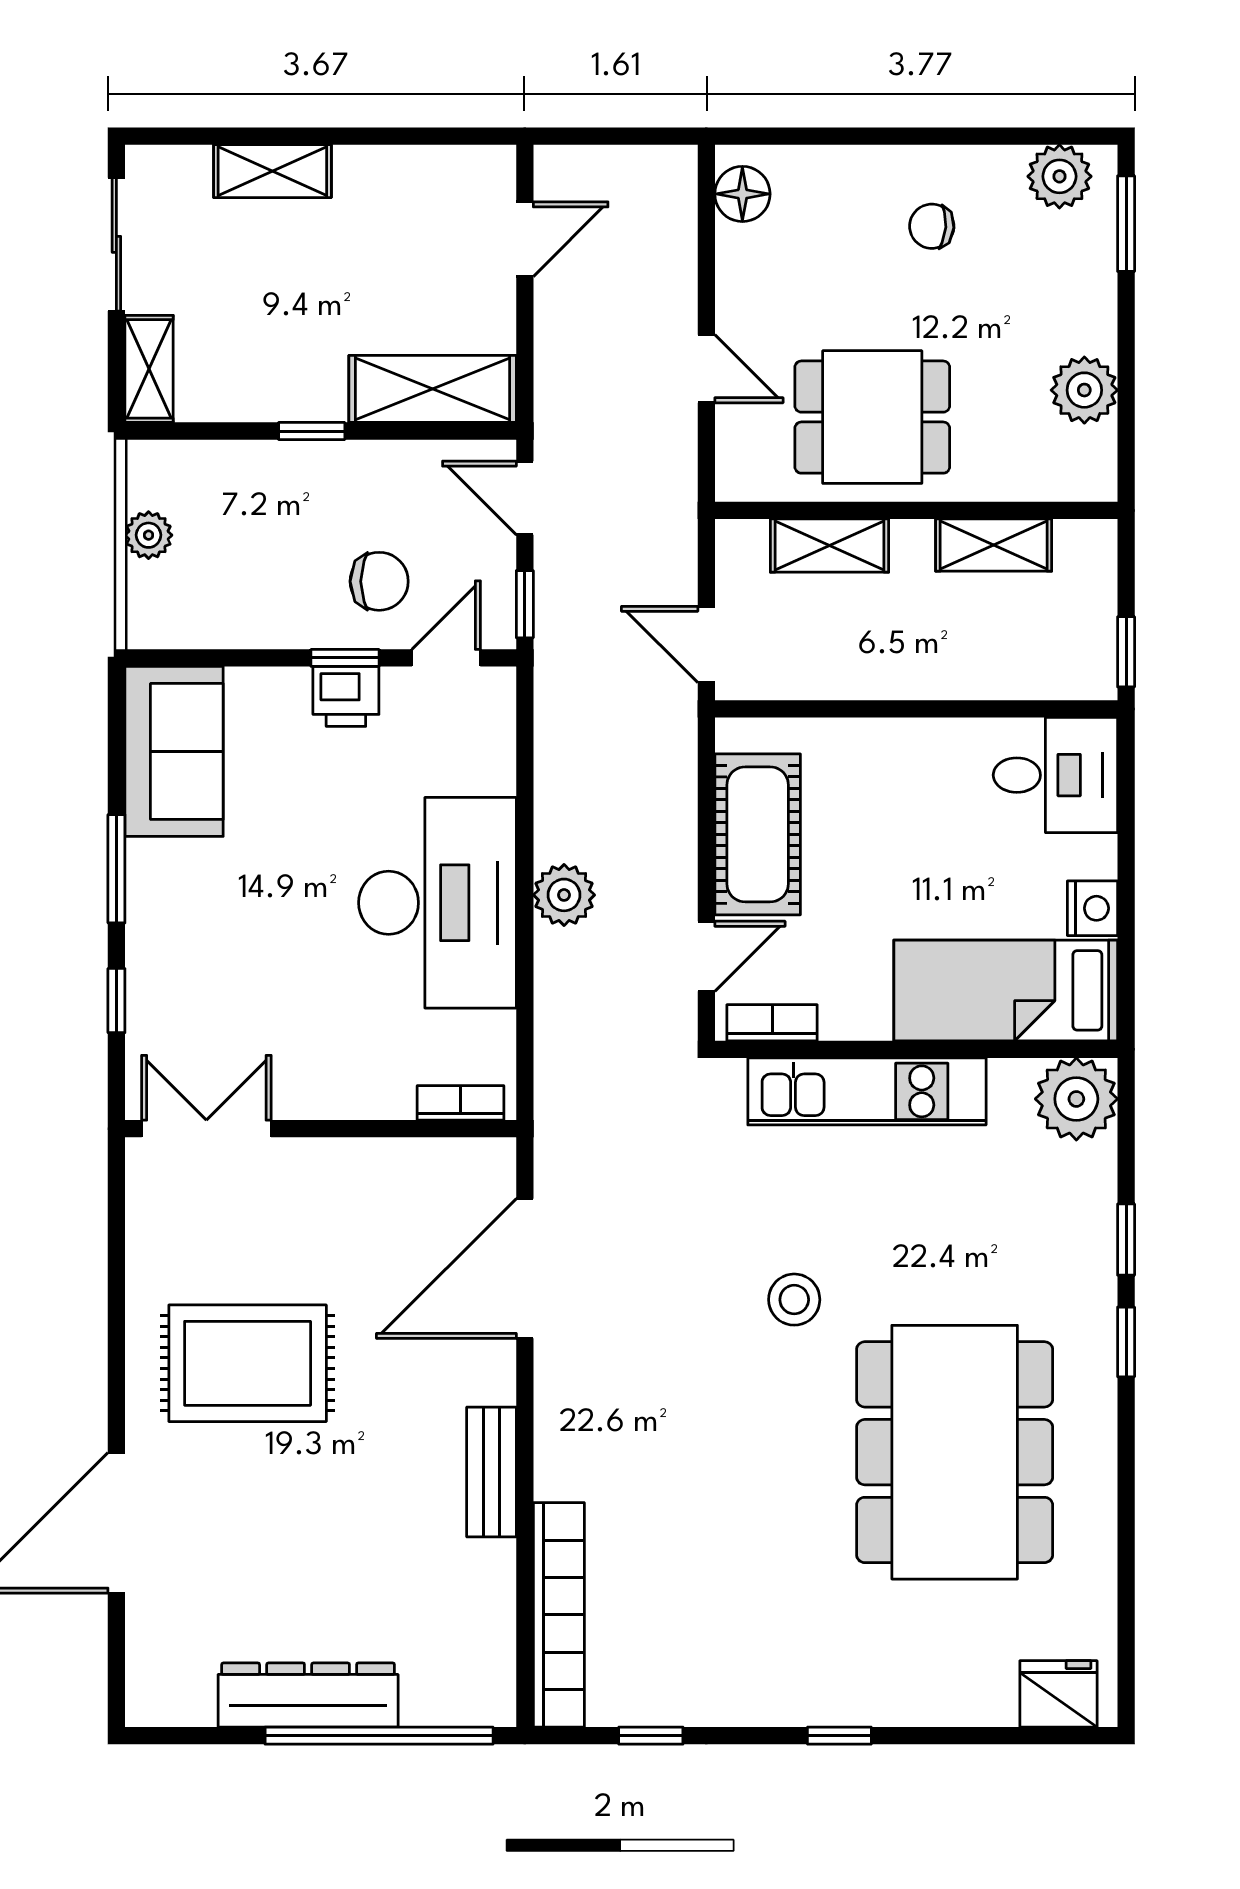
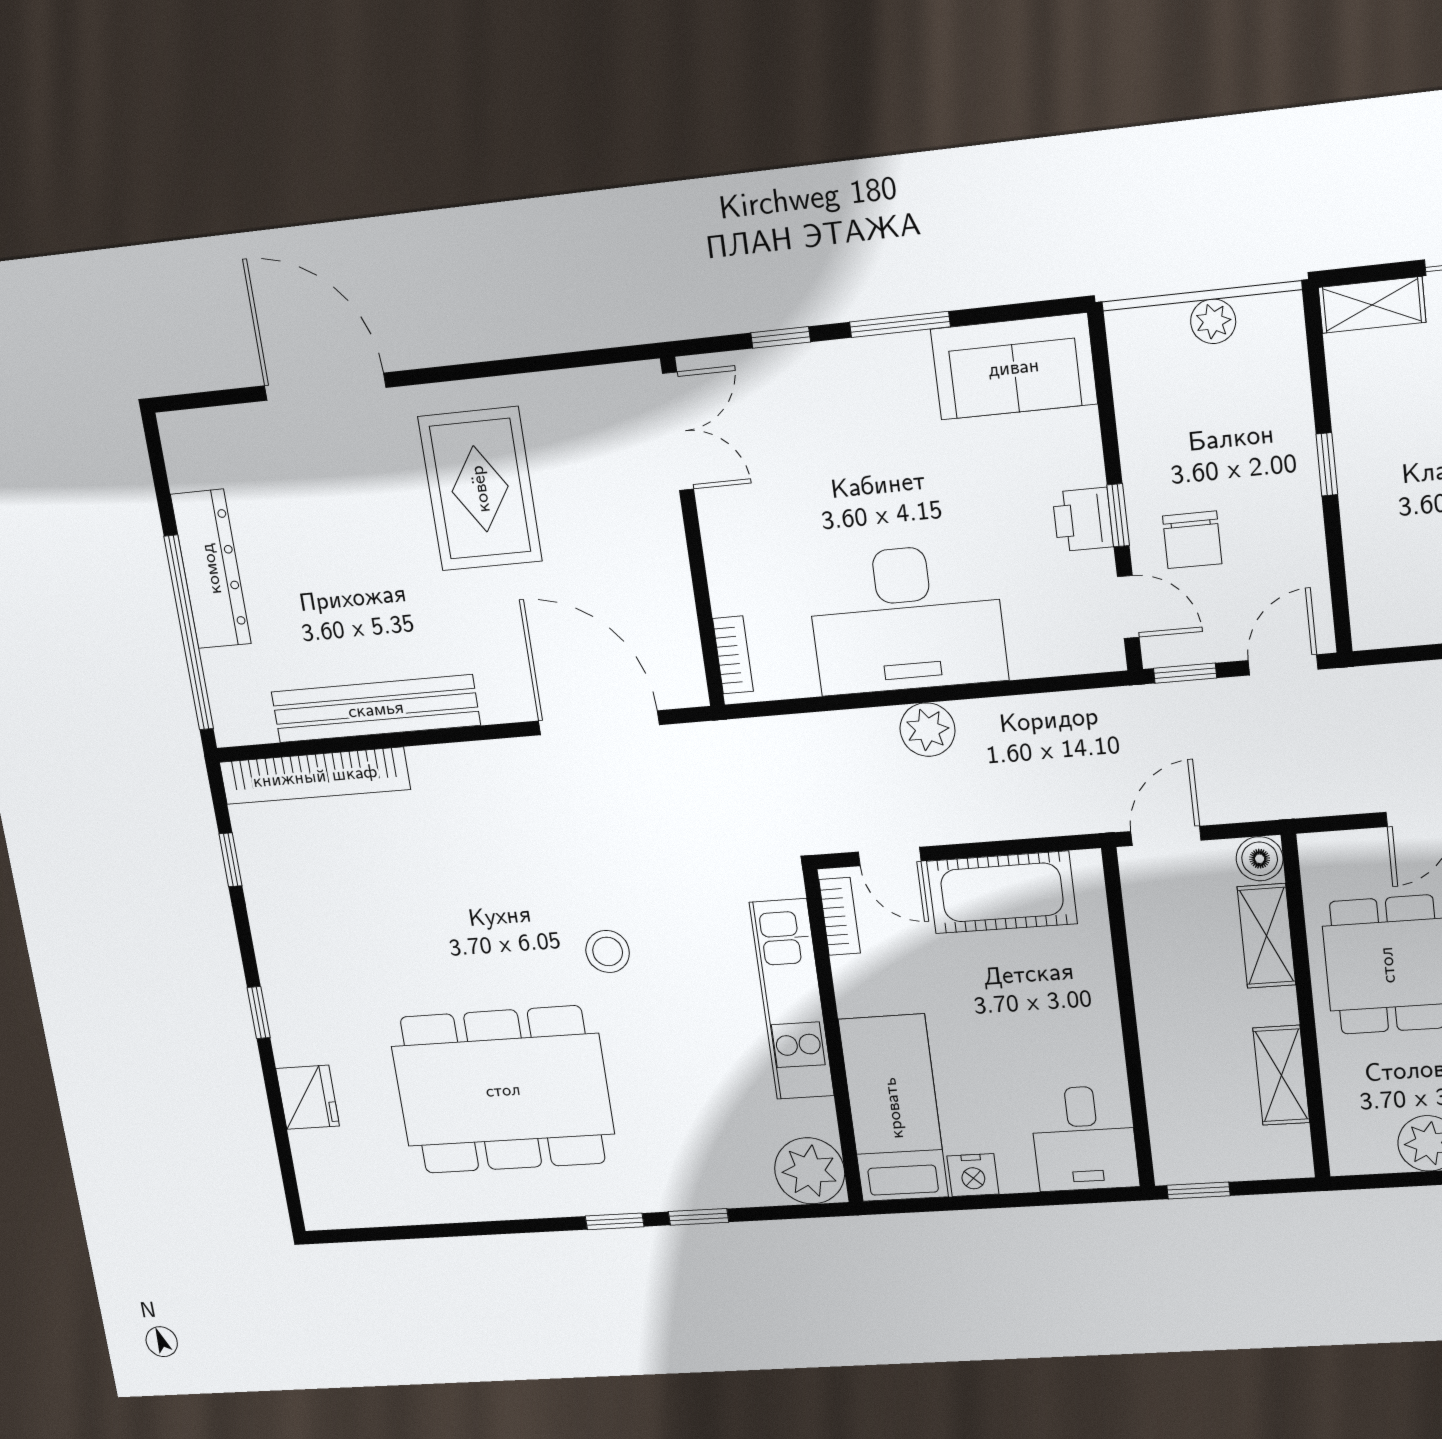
shelving: (433, 389) -> (1377, 572), removed
boiler: (740, 544) -> (1260, 859), added
bench: (492, 1472) -> (376, 709), width x1.86, depth x1.21
fridge: (1058, 1694) -> (308, 1097), moved

